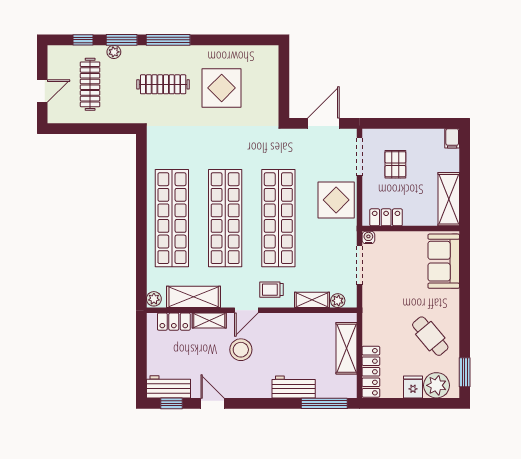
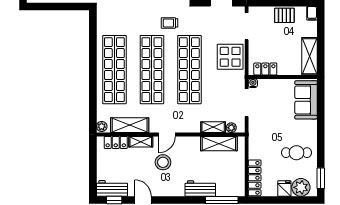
pallet: (395, 164) -> (284, 15), moved, turned 90
trolley: (271, 290) -> (170, 23), moved
cafe table: (430, 336) -> (296, 153), turned -50
shelving: (347, 348) -> (219, 144), moved, turned 90

